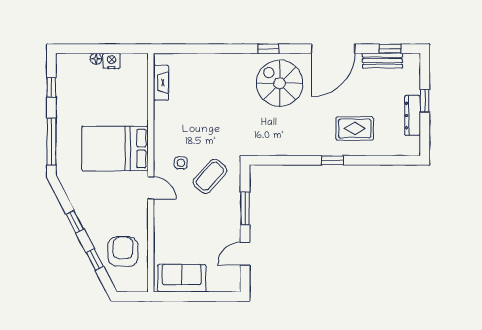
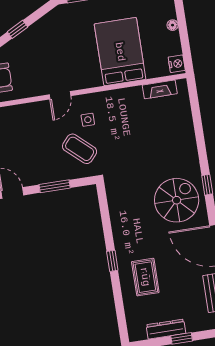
nightstand: (112, 61) -> (177, 64), moved
bed: (115, 149) -> (120, 52), moved

